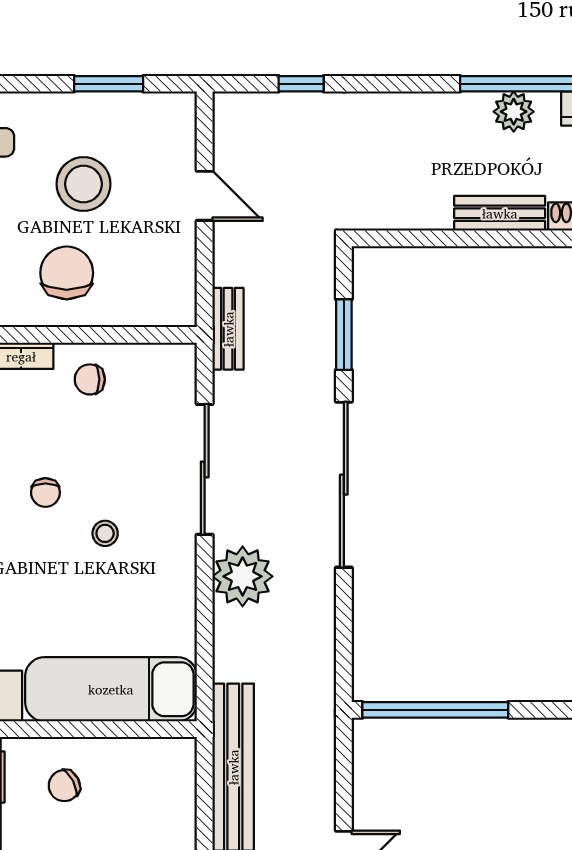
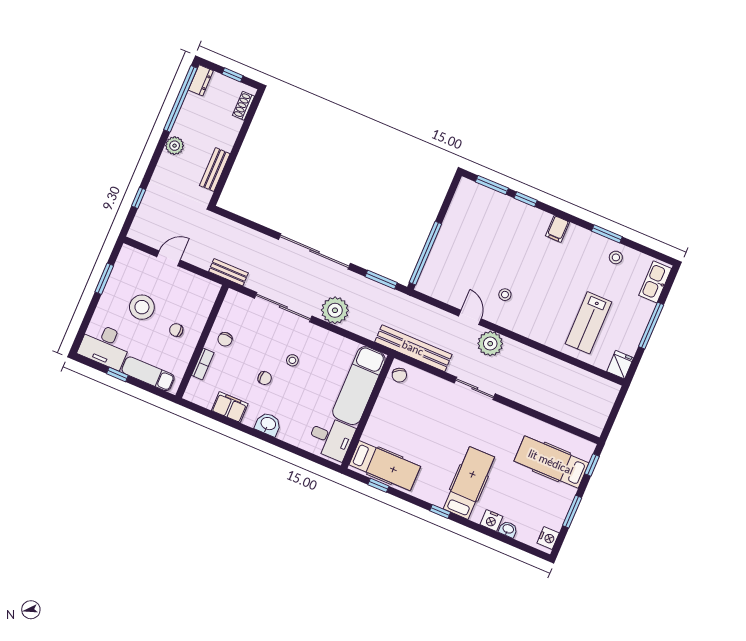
plant: (514, 112) -> (175, 146), moved
bench: (500, 213) -> (215, 170), moved
chair: (67, 273) -> (176, 330), width x0.54, depth x0.54
window: (344, 335) -> (381, 280), moved
chair: (64, 786) -> (399, 375), moved

